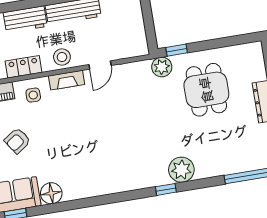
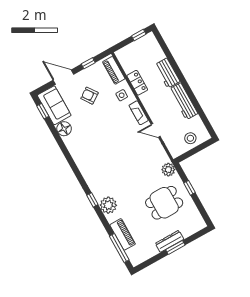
window: (177, 50) -> (189, 188), moved
stool: (62, 57) -> (190, 138), moved
piano: (230, 164) -> (123, 234), added

